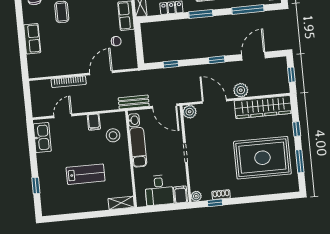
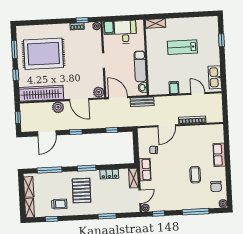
door: (63, 116) -> (198, 93), swing flipped
stool: (113, 135) -> (159, 76), removed

